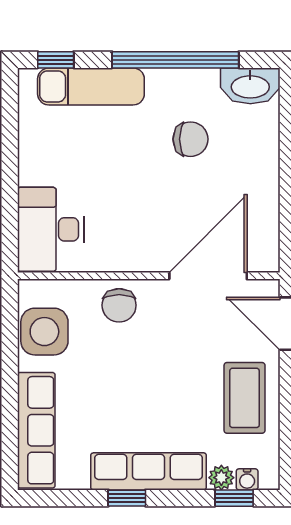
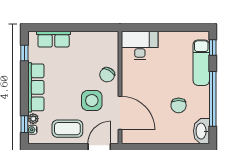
chair: (119, 305) -> (107, 75), turned -59
side table: (44, 332) -> (92, 101), moved
row of seats: (36, 430) -> (54, 39), width x0.68
window: (127, 498) -> (24, 53), moved

